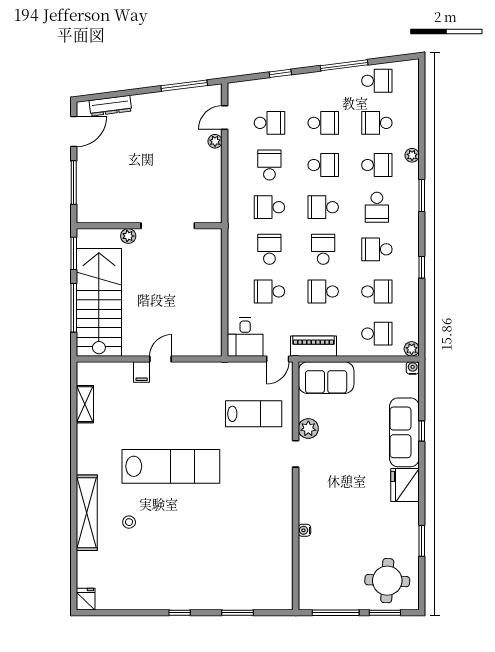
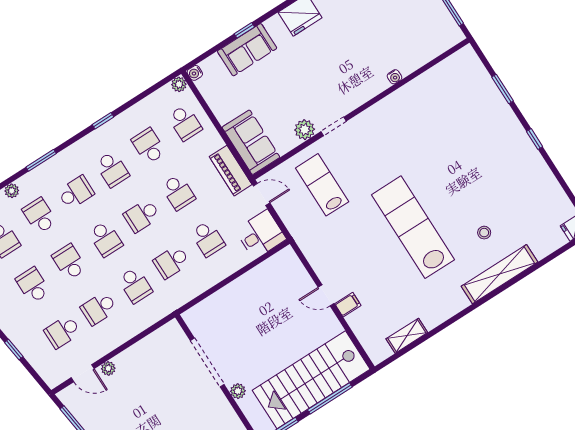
school desk: (269, 123) -> (62, 332), turned -90
school desk: (377, 334) -> (185, 123), turned 180
sofa: (404, 432) -> (247, 50), width x0.73

